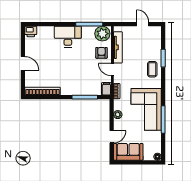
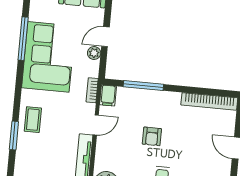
armchair: (101, 53) -> (152, 136), moved
door: (112, 70) -> (96, 125), hinge flipped
door: (112, 137) -> (105, 37), moved

